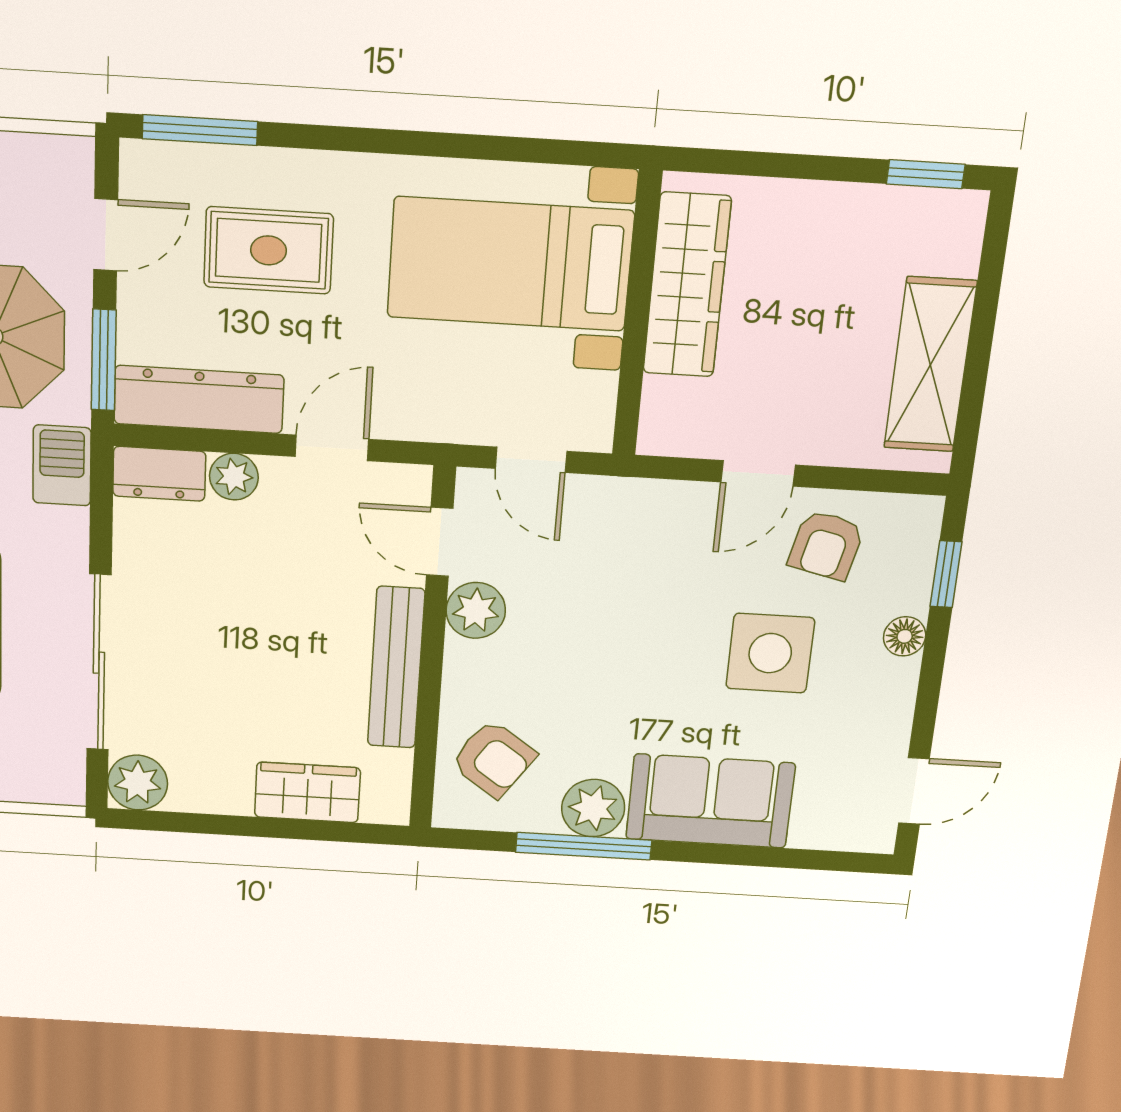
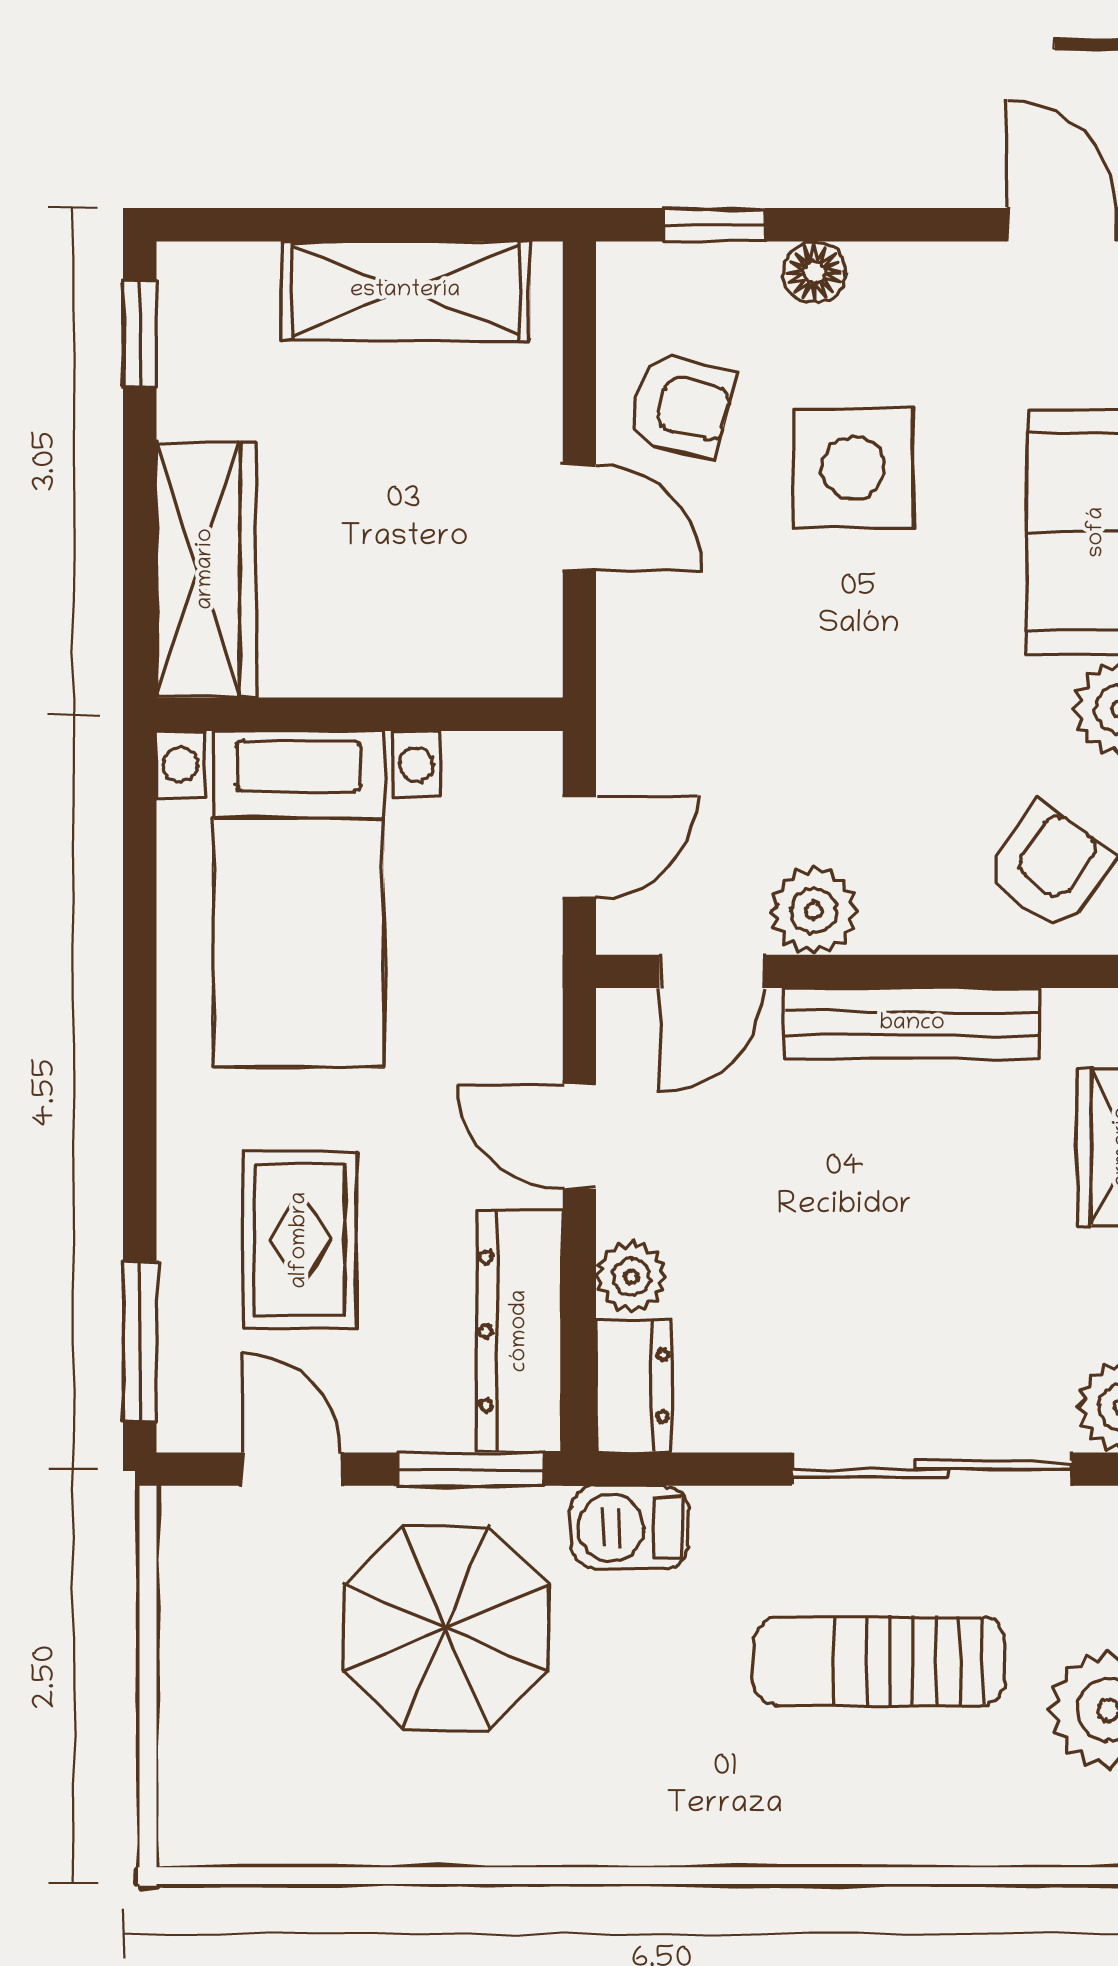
wardrobe: (687, 285) -> (206, 569), moved, turned 90

